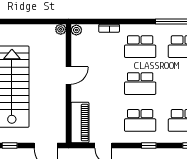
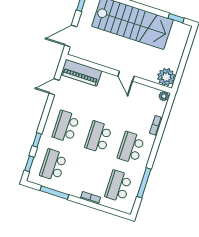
plant: (61, 29) -> (166, 77), width x1.88, depth x1.88
window: (149, 146) -> (37, 140), moved

